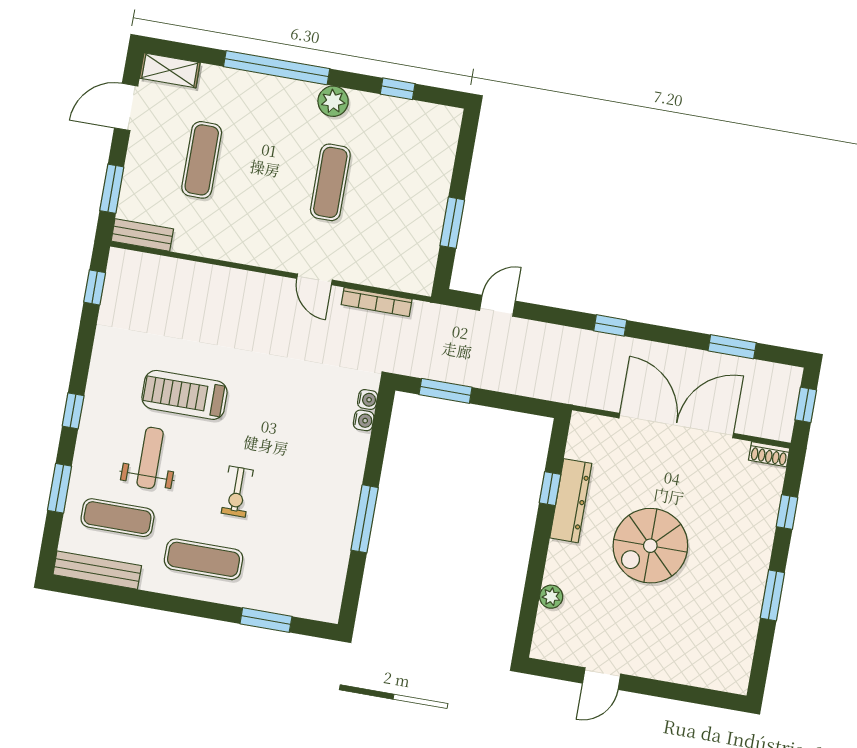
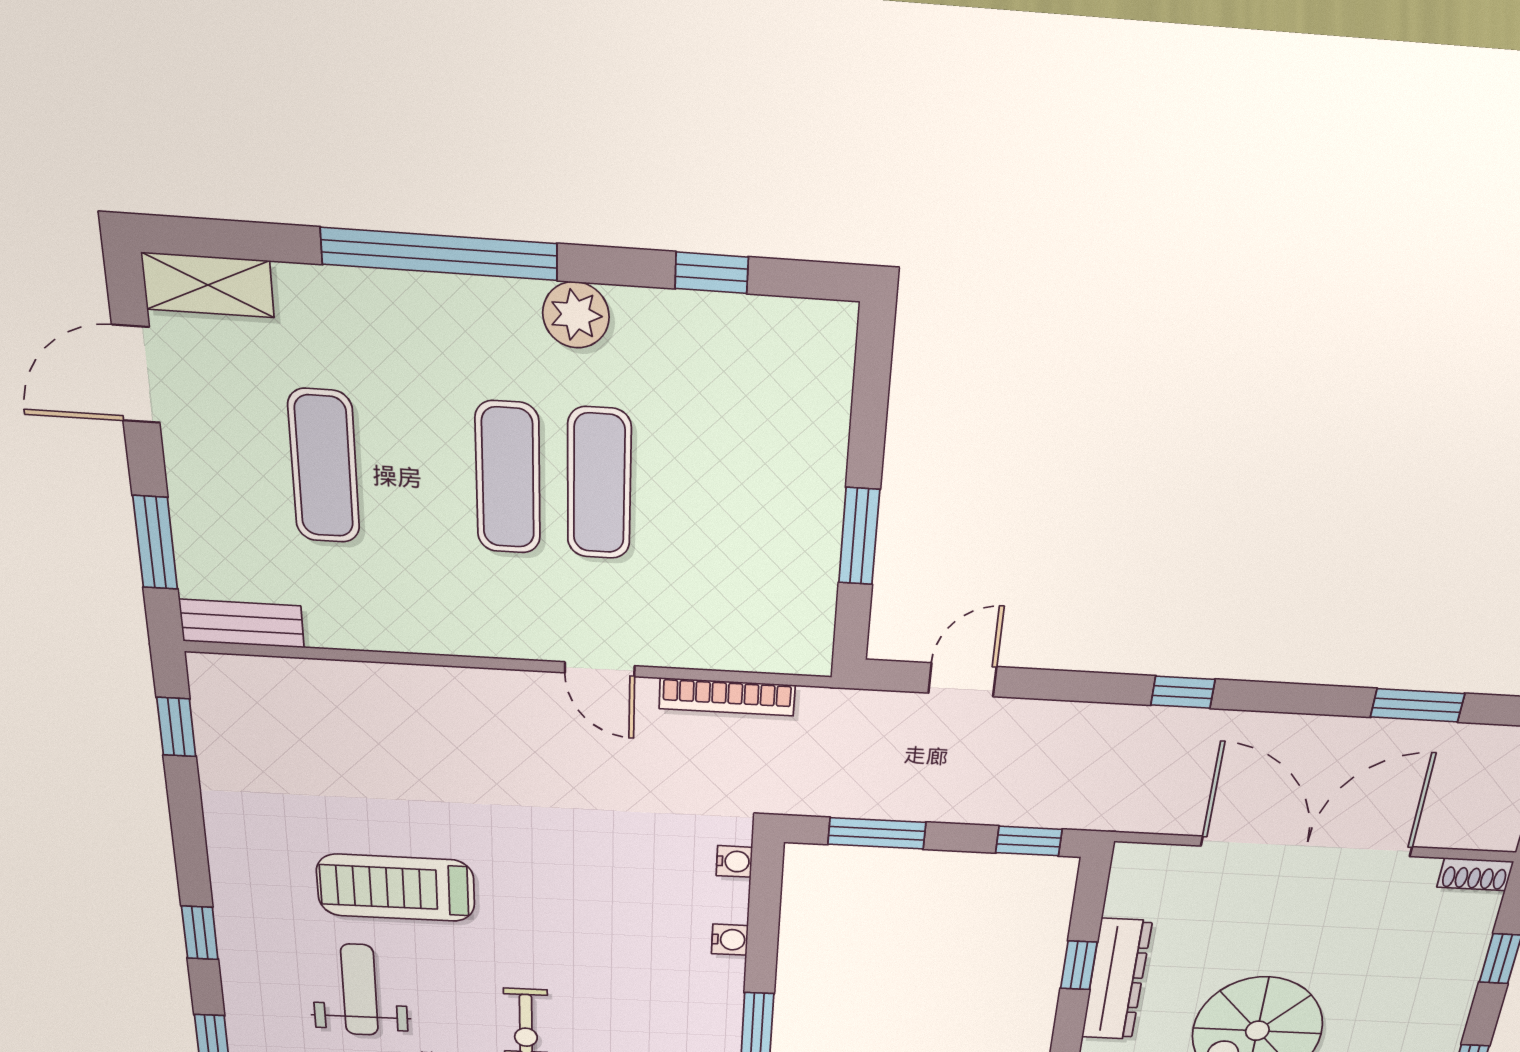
exercise mat: (287, 175) -> (508, 478), added
window: (526, 405) -> (1029, 841), added
water cooler: (364, 420) -> (730, 940), moved

